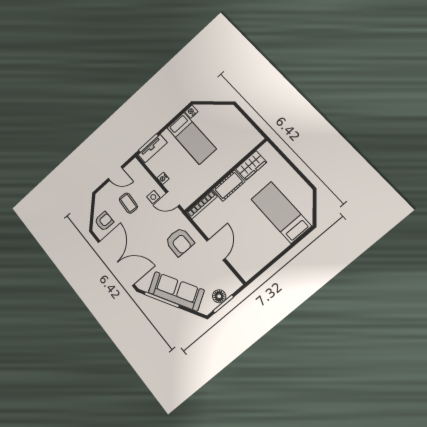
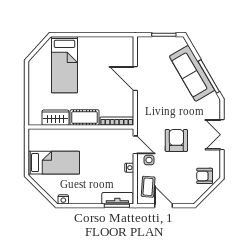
bed: (192, 138) -> (54, 163), moved, turned 90
coffee table: (128, 203) -> (148, 187), moved
armchair: (180, 242) -> (176, 140), moved
door: (216, 250) -> (135, 79), hinge flipped
double door: (116, 263) -> (222, 135), width x0.54
floor lamp: (219, 296) -> (162, 43), removed

